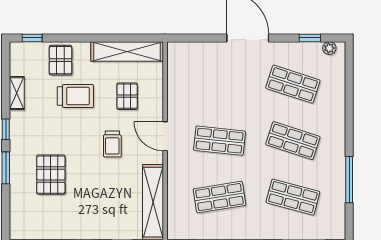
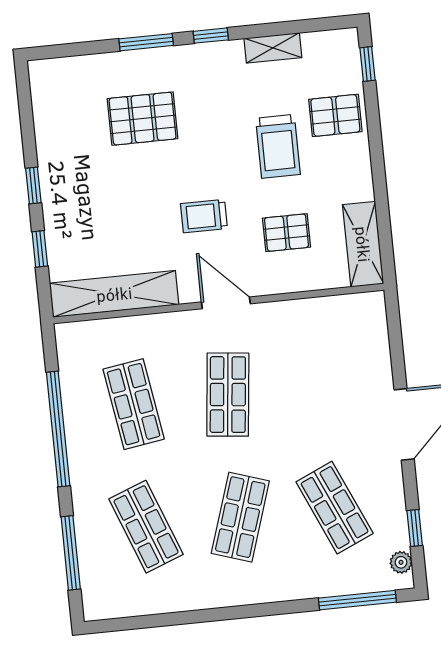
shelving: (127, 51) -> (363, 244), width x0.68
shop shelf: (293, 84) -> (335, 508), turned -42
door: (165, 136) -> (226, 303), hinge flipped
window: (349, 180) -> (357, 600), moved
shop shelf: (293, 197) -> (146, 527), turned -36

